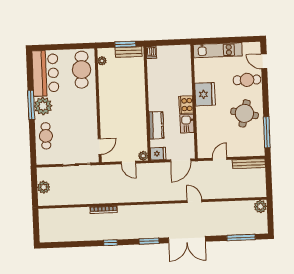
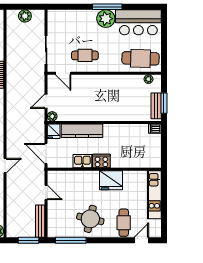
kitchen counter: (156, 125) -> (82, 131), width x1.50
cafe table: (46, 136) -> (85, 55), moved
window: (268, 174) -> (29, 240), added

